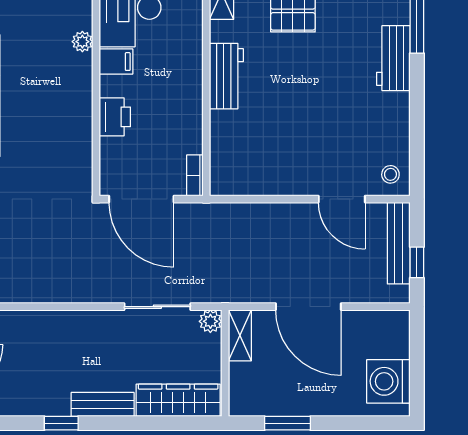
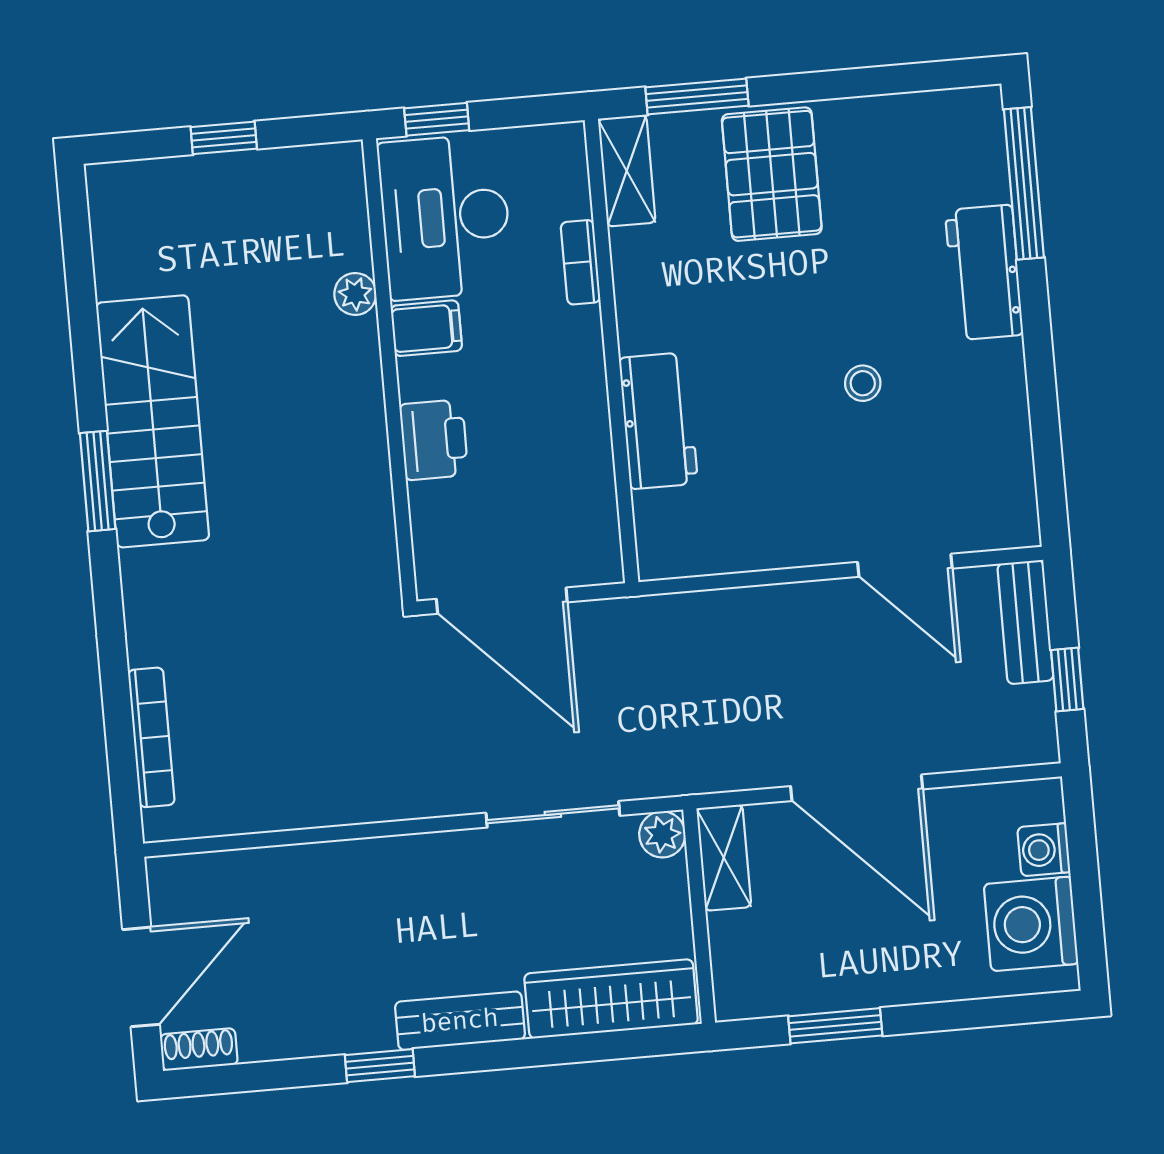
workbench: (226, 76) -> (658, 421), moved
stool: (390, 174) -> (863, 383), moved
bookcase: (195, 175) -> (581, 262), moved
bench: (399, 243) -> (1025, 622), width x0.73
washing machine: (398, 345) -> (1044, 850), added

